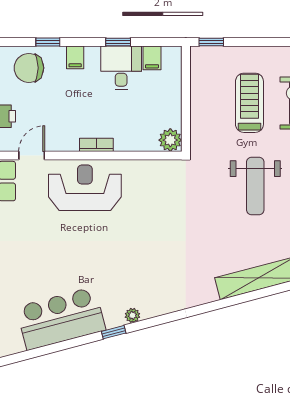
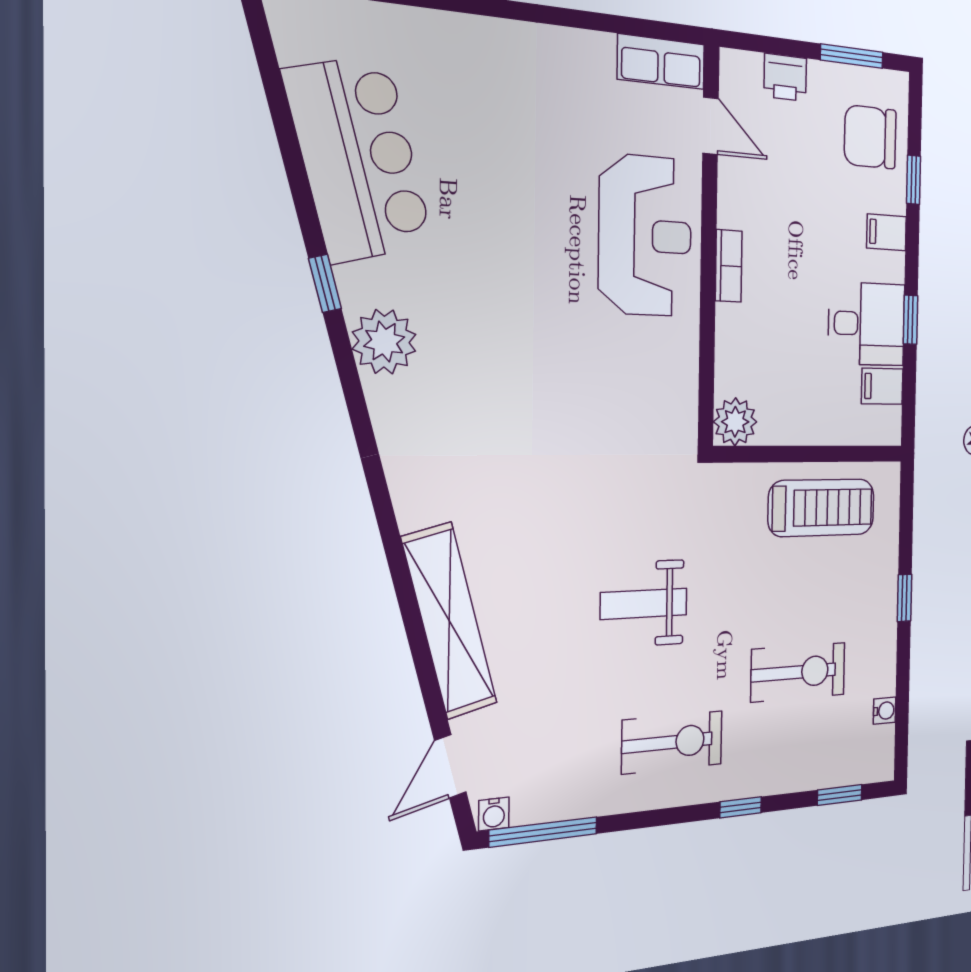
window: (211, 42) -> (904, 598), moved
chair: (29, 68) -> (870, 137), turned -90
treadmill: (249, 103) -> (822, 508), moved
weight bench: (255, 186) -> (644, 604), width x0.73, depth x0.75
plant: (132, 315) -> (384, 342), width x1.87, depth x1.87

